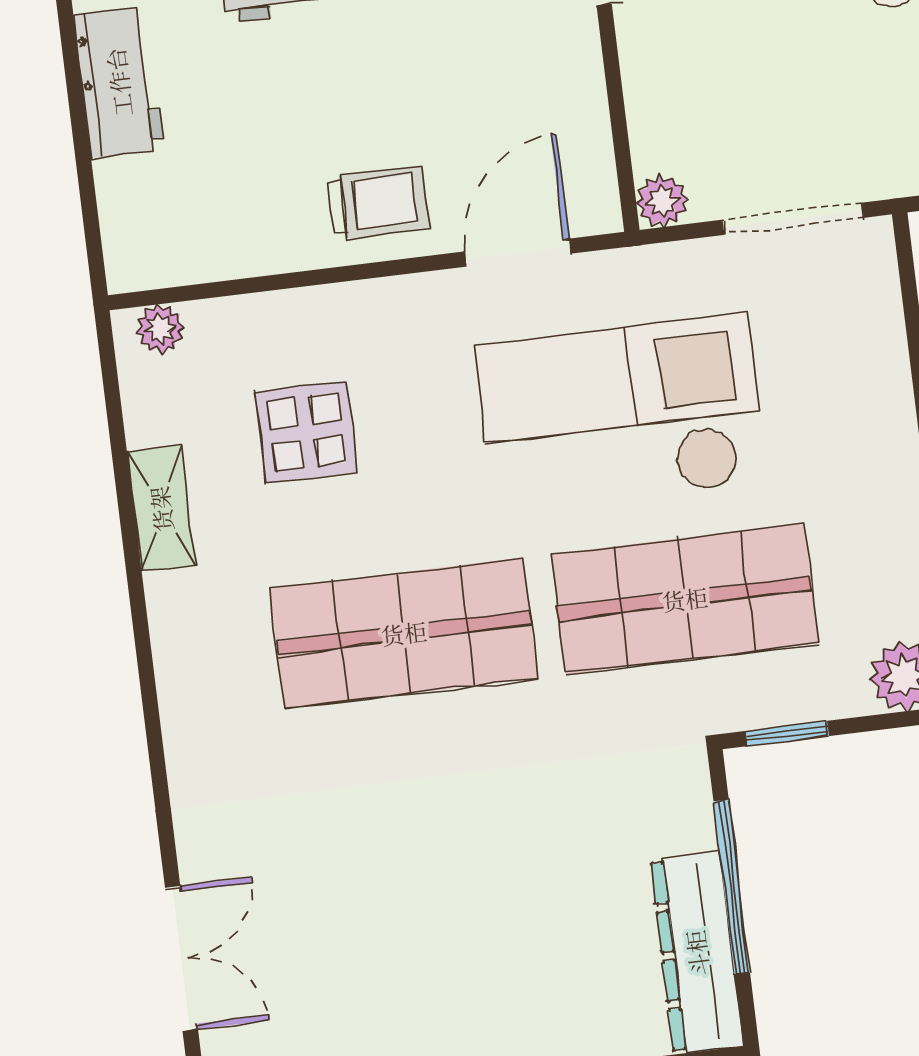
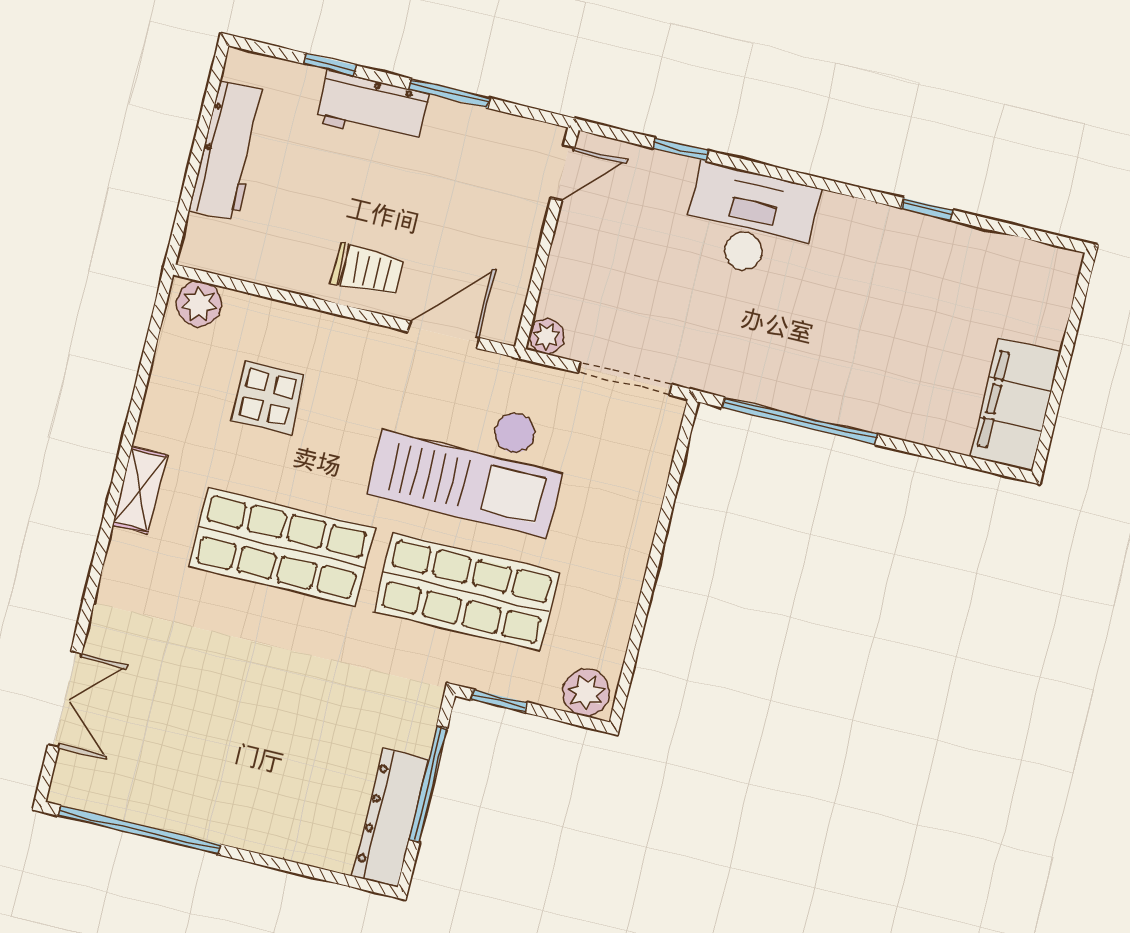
workbench: (119, 82) -> (229, 151), width x1.38
plant: (160, 329) -> (199, 304), width x1.38, depth x1.38
checkout: (621, 414) -> (470, 460), turned 180
shelving: (161, 509) -> (140, 490), moved

